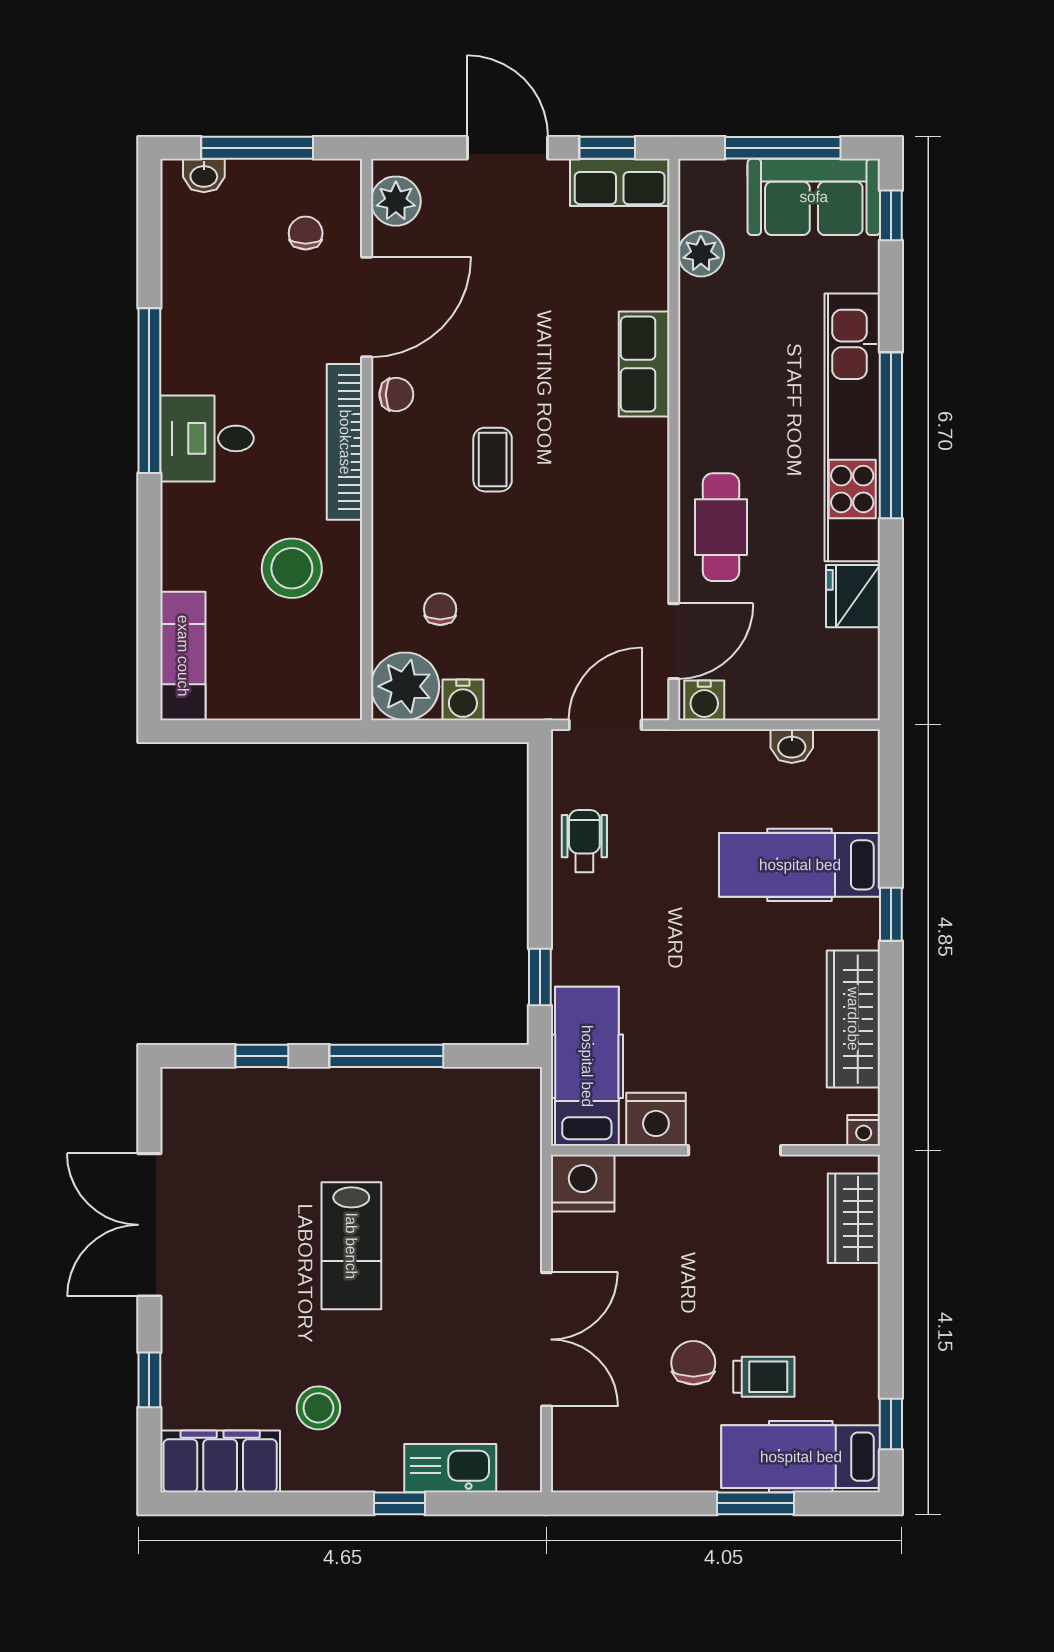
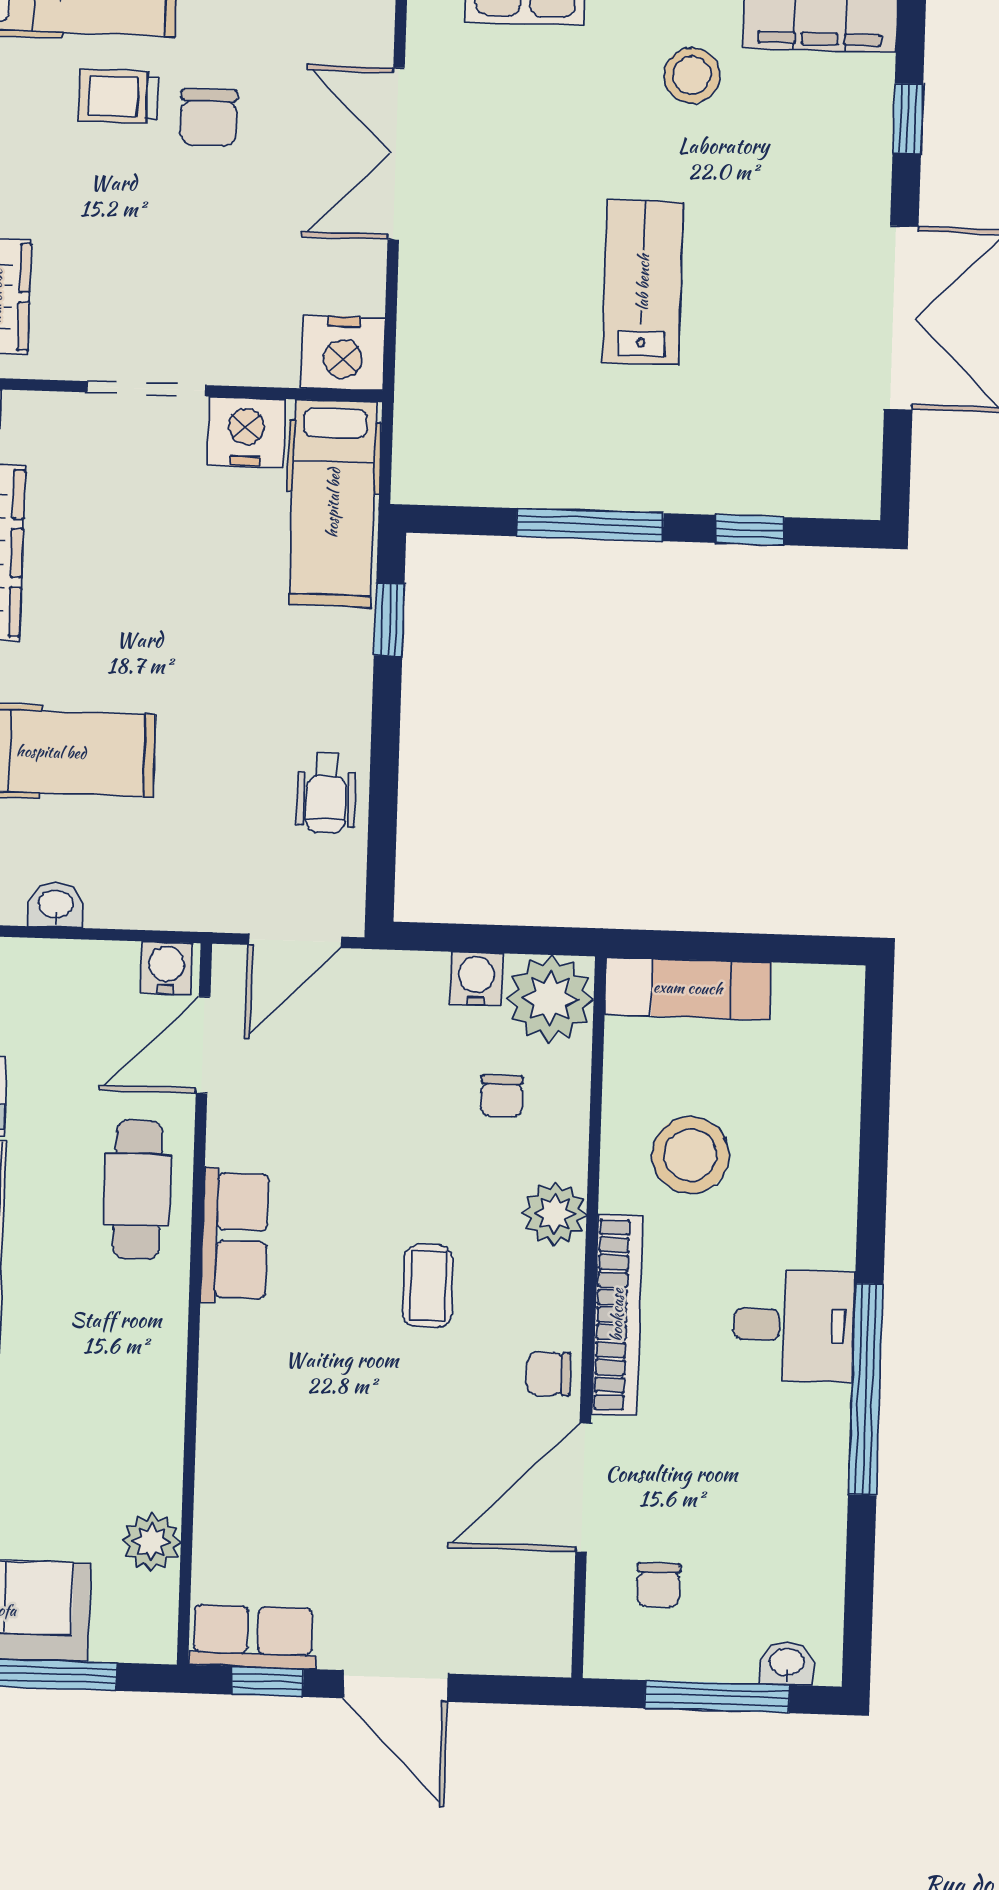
plant: (396, 201) -> (555, 1214), moved
row of seats: (644, 364) -> (235, 1235), moved
exam couch: (183, 656) -> (688, 988), moved, turned -90

